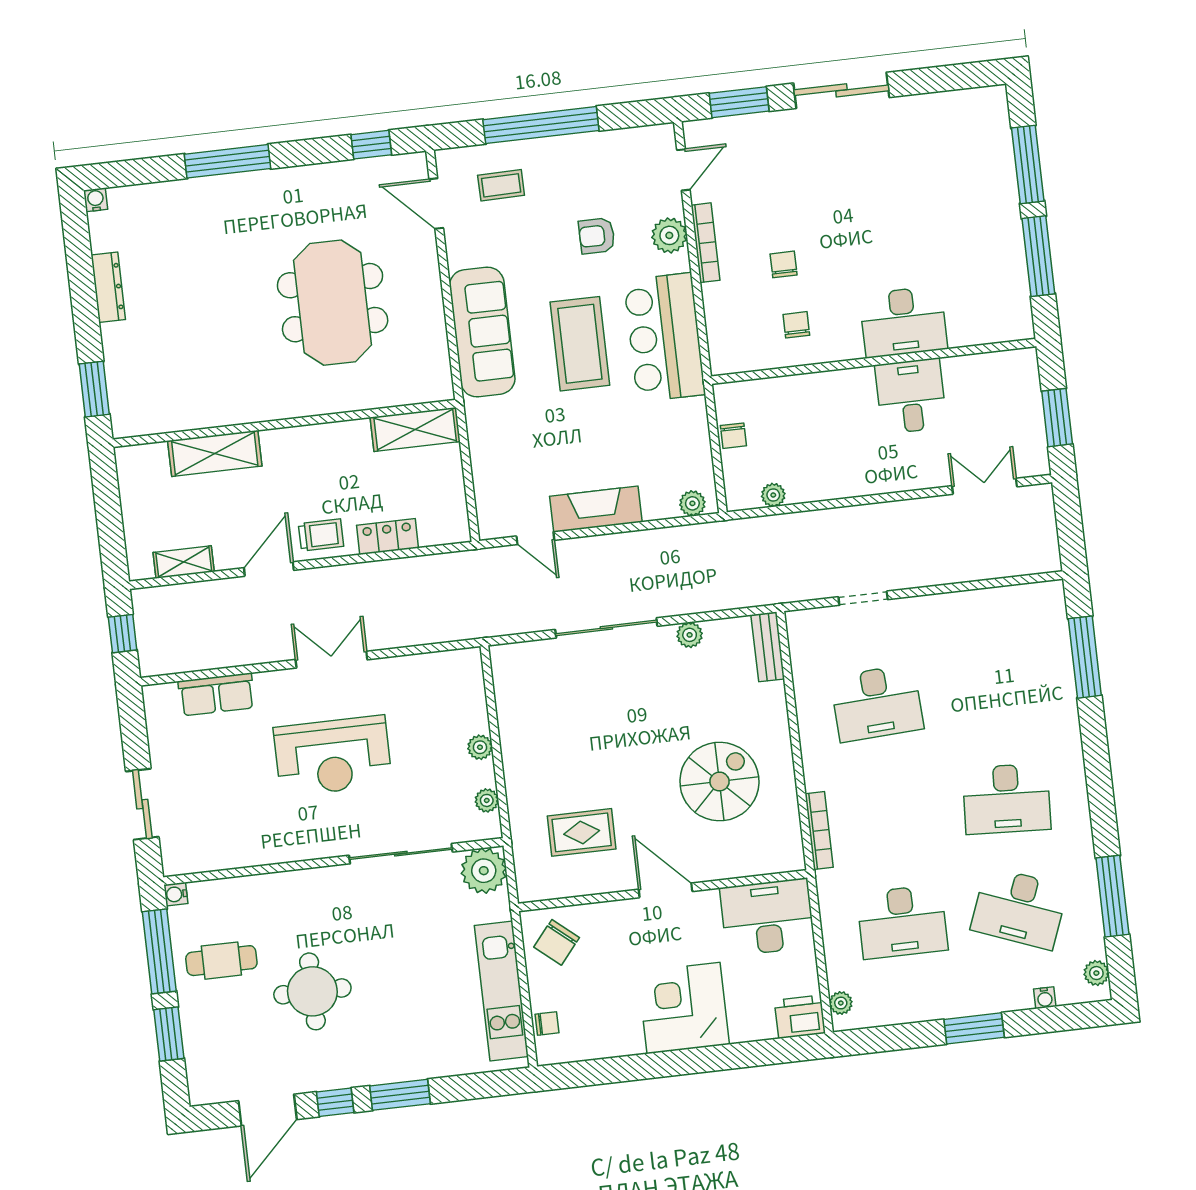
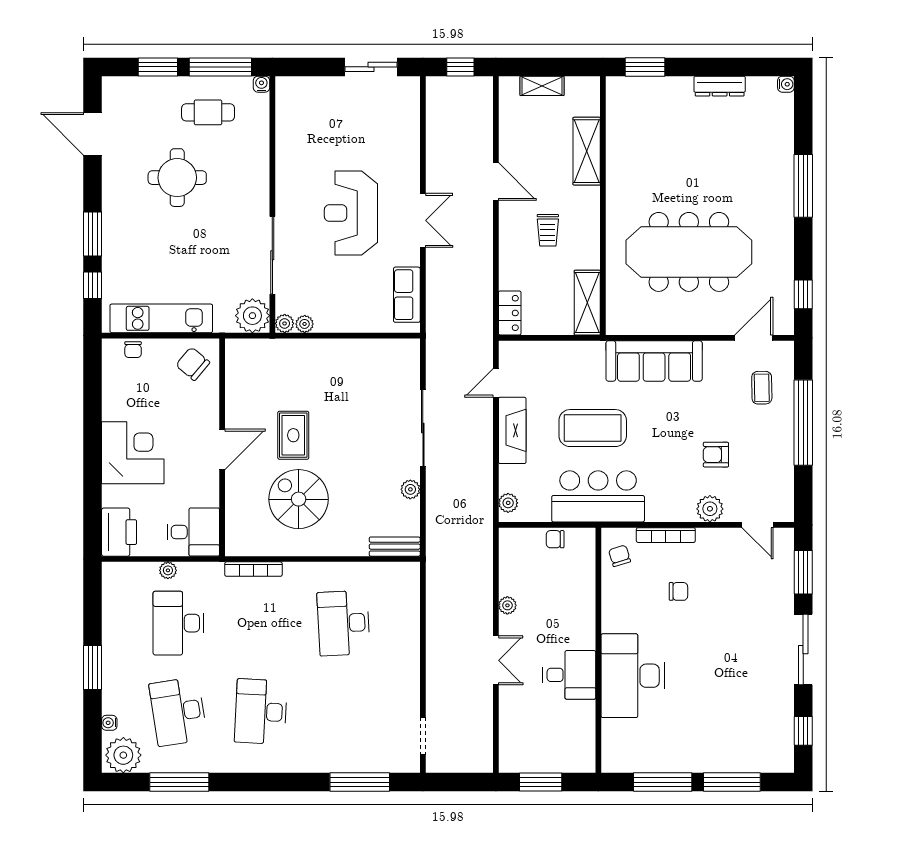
window: (949, 78) -> (803, 731), added
armchair: (597, 236) -> (716, 455), turned -90
bookcase: (705, 243) -> (666, 535), moved
meeting table: (333, 303) -> (689, 252), width x1.36
desk: (903, 322) -> (633, 676), width x1.36, depth x1.30
chair: (796, 325) -> (620, 556), moved, turned -107
bar counter: (665, 337) -> (598, 496), moved
coffee table: (580, 344) -> (593, 428), moved
double door: (985, 486) -> (496, 660), moved
plant: (773, 495) -> (507, 605), moved
trolley: (321, 535) -> (548, 230), moved
locker: (387, 537) -> (510, 313), moved
shelving: (184, 562) -> (542, 86), moved, turned 90
doorway: (863, 598) -> (423, 736), moved
row of seats: (217, 694) -> (407, 295), moved
plant: (480, 747) -> (285, 323), moved
spiral stairs: (719, 782) -> (299, 499), turned 180
sliding door: (142, 804) -> (371, 67), moved
rug: (582, 832) -> (293, 435), moved
desk: (1019, 908) -> (178, 712), turned -30
desk: (767, 917) -> (193, 532), width x0.73
cafe table: (221, 961) -> (208, 112), turned 90
plant: (1096, 973) -> (123, 755), width x1.87, depth x1.87
plant: (841, 1003) -> (168, 570), moved
printer: (800, 1017) -> (119, 532), width x1.37, depth x1.19
window: (335, 1102) -> (93, 285), moved

